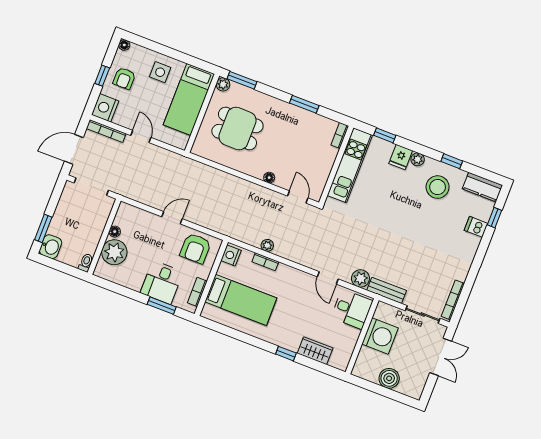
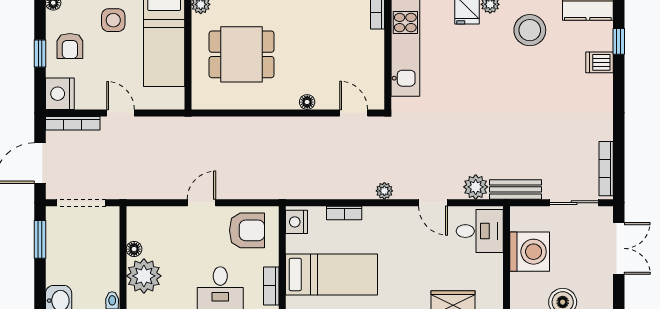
window: (43, 228) -> (40, 239), moved
plant: (267, 245) -> (384, 191), moved
armchair: (195, 248) -> (247, 230), turned -90

